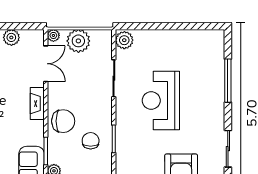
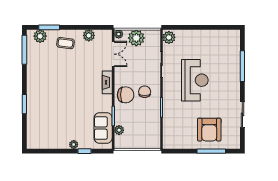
reception desk: (161, 101) -> (195, 80), turned 180
chair: (91, 141) -> (145, 92), moved

